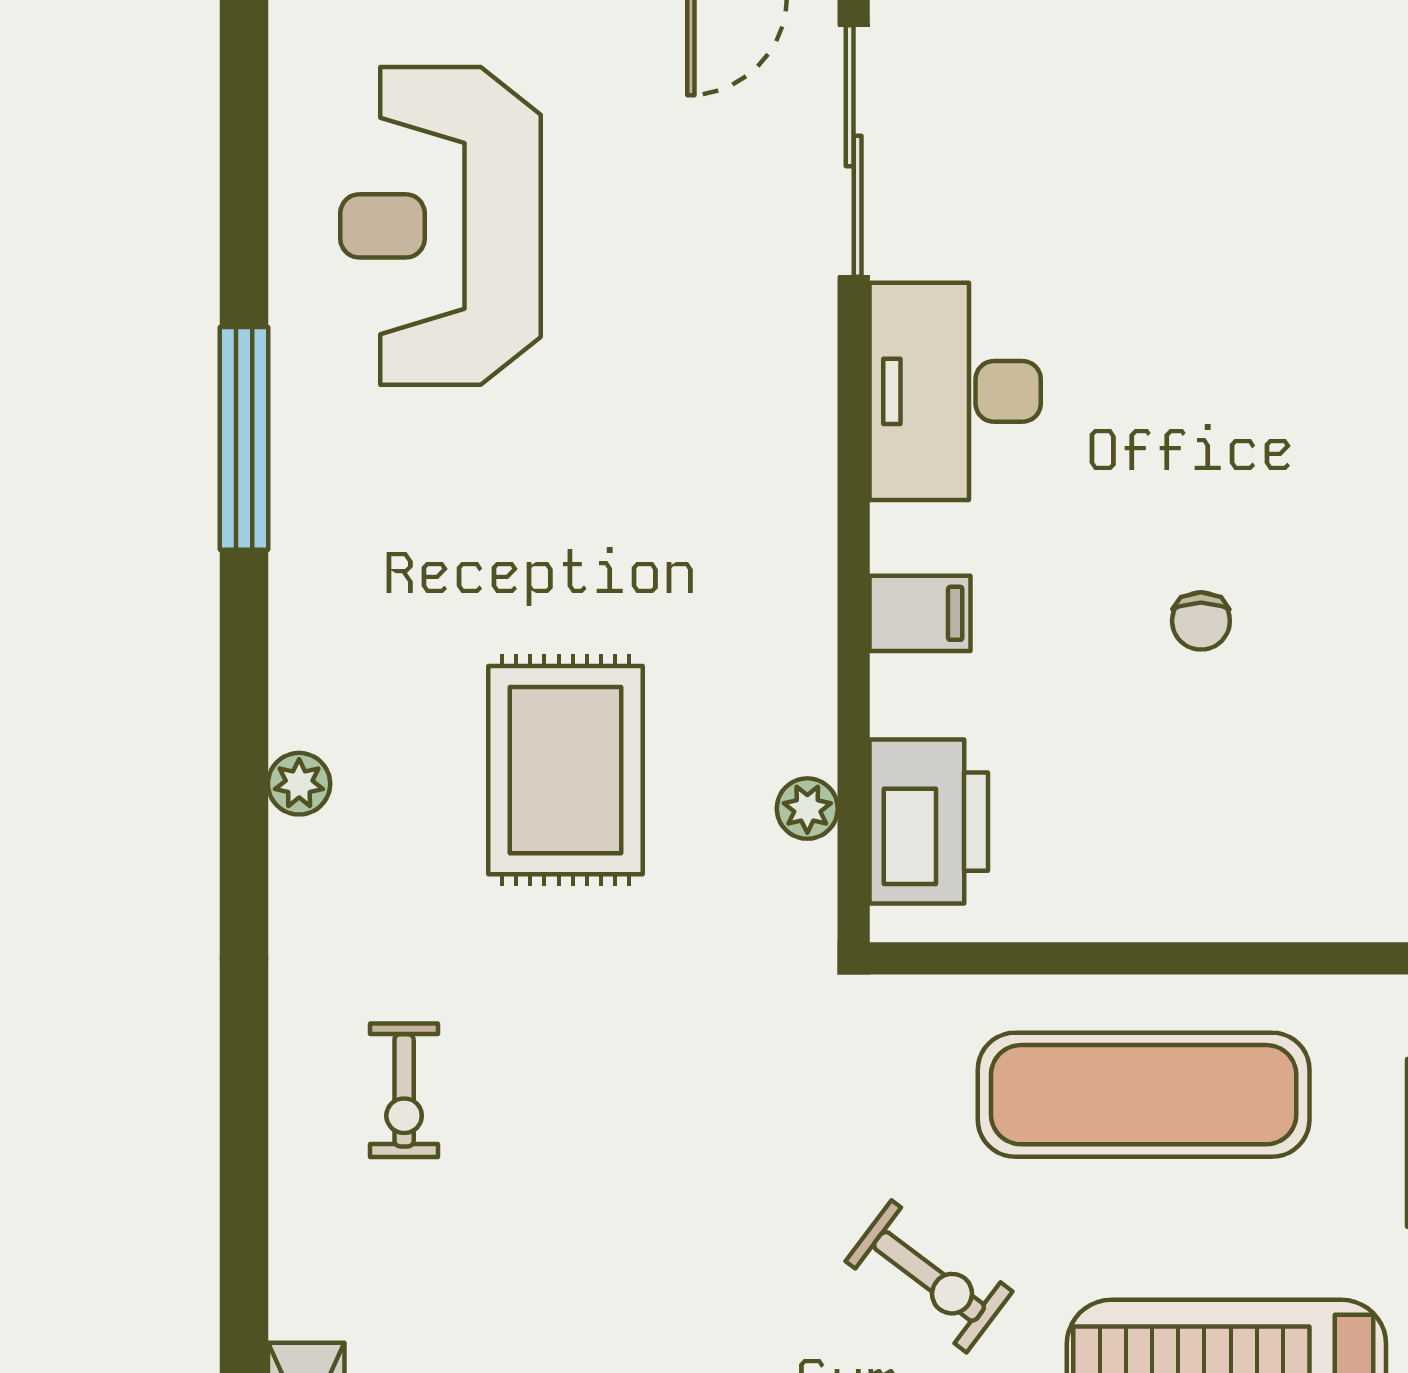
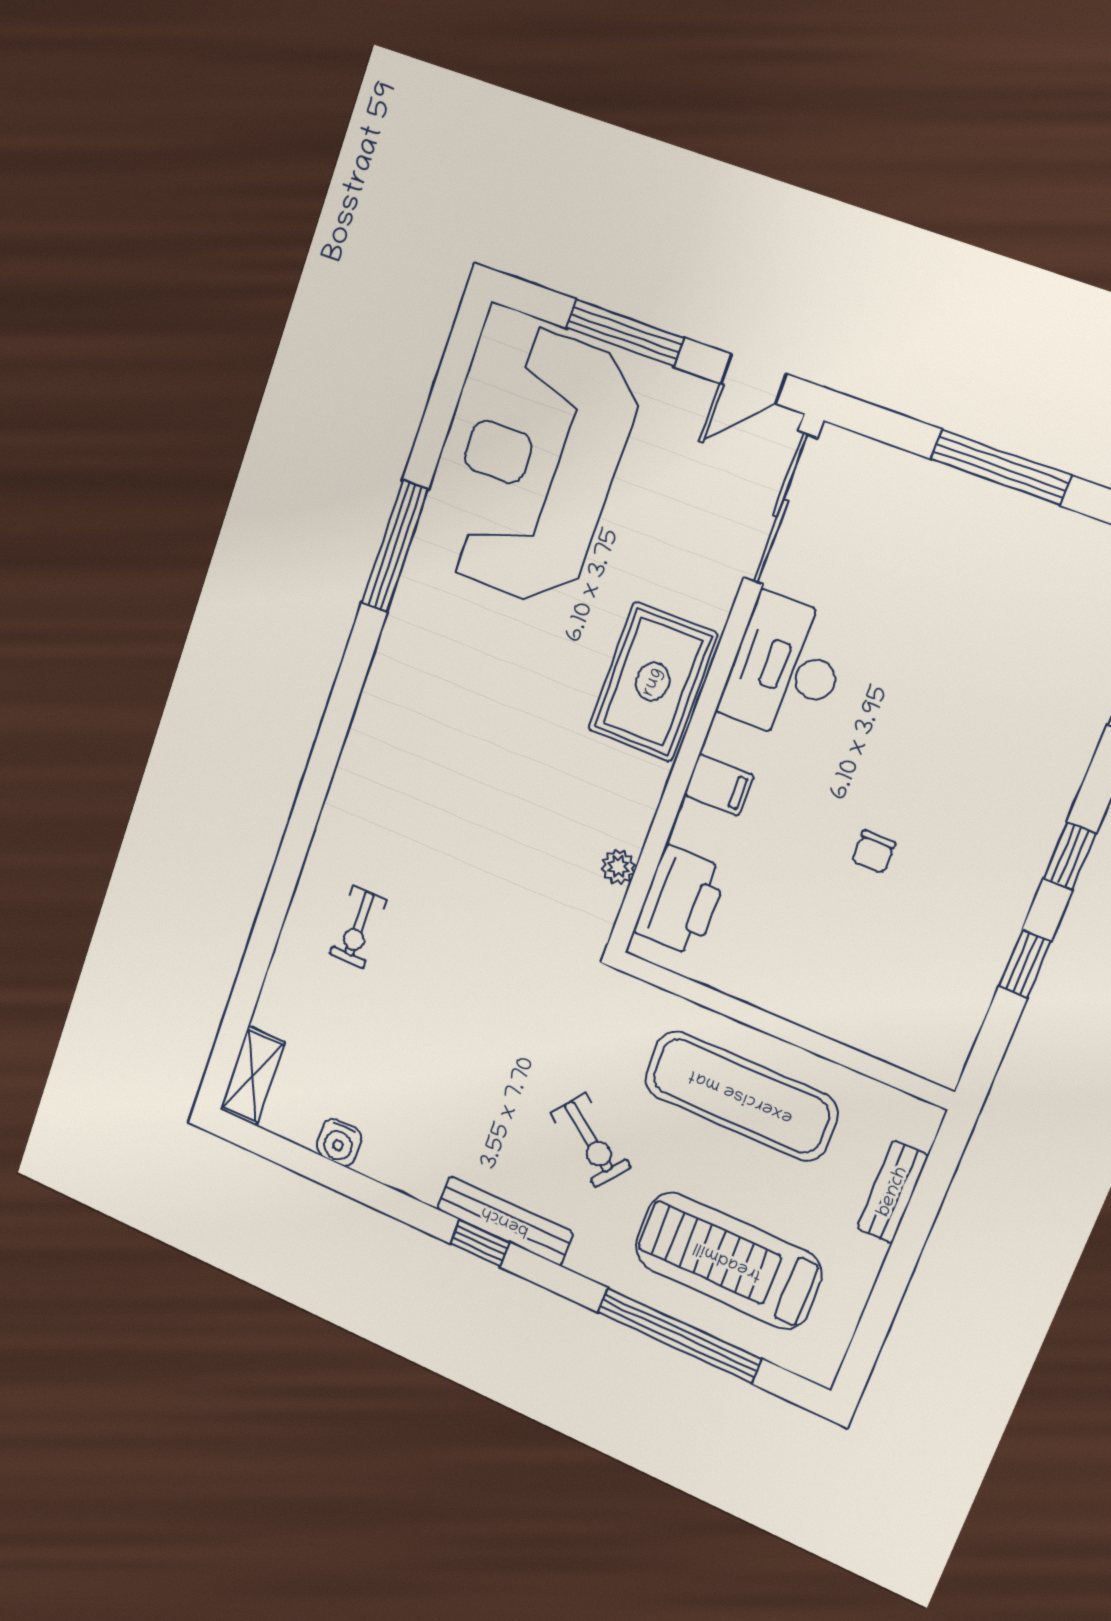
reception desk: (441, 226) -> (538, 467), width x1.36, depth x1.30
rug: (566, 770) -> (653, 682), moved
plant: (299, 784) -> (360, 744), removed

